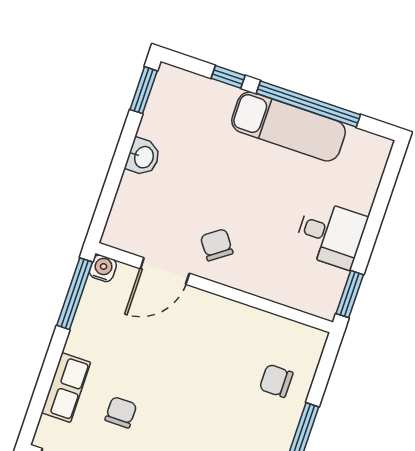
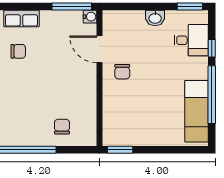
exam couch: (289, 126) -> (197, 111), moved
desk: (330, 234) -> (191, 40), moved, turned -90
chair: (217, 245) -> (122, 72), turned 126

